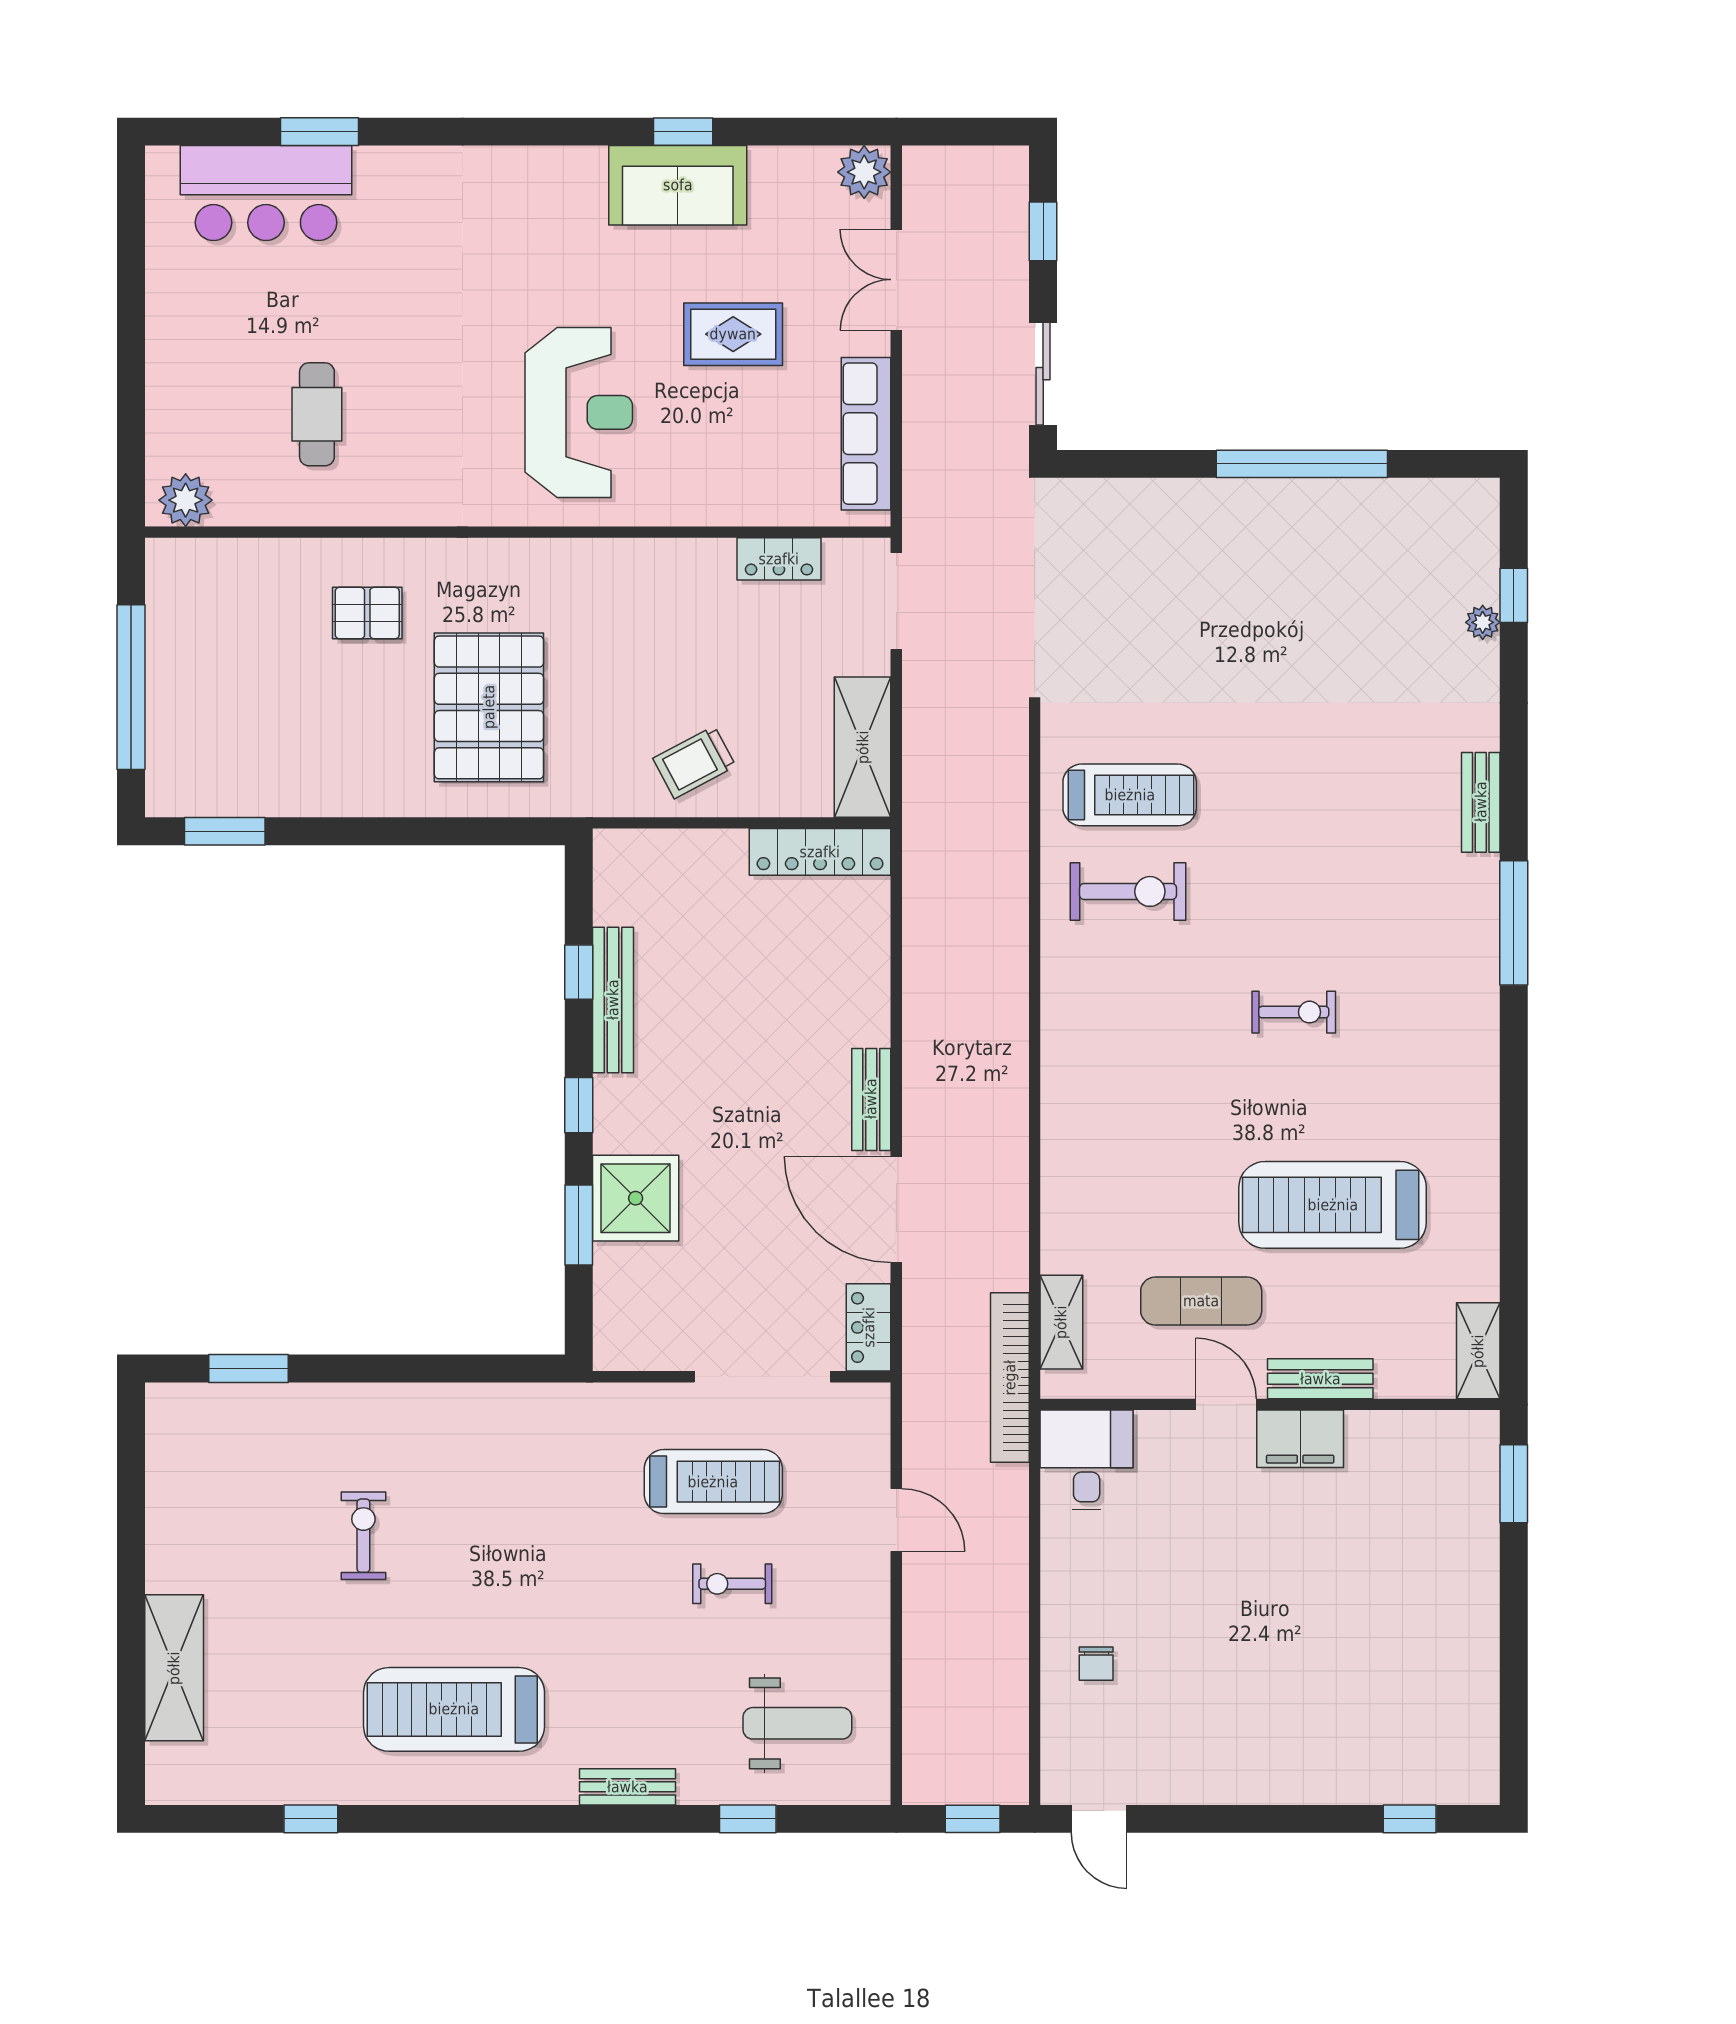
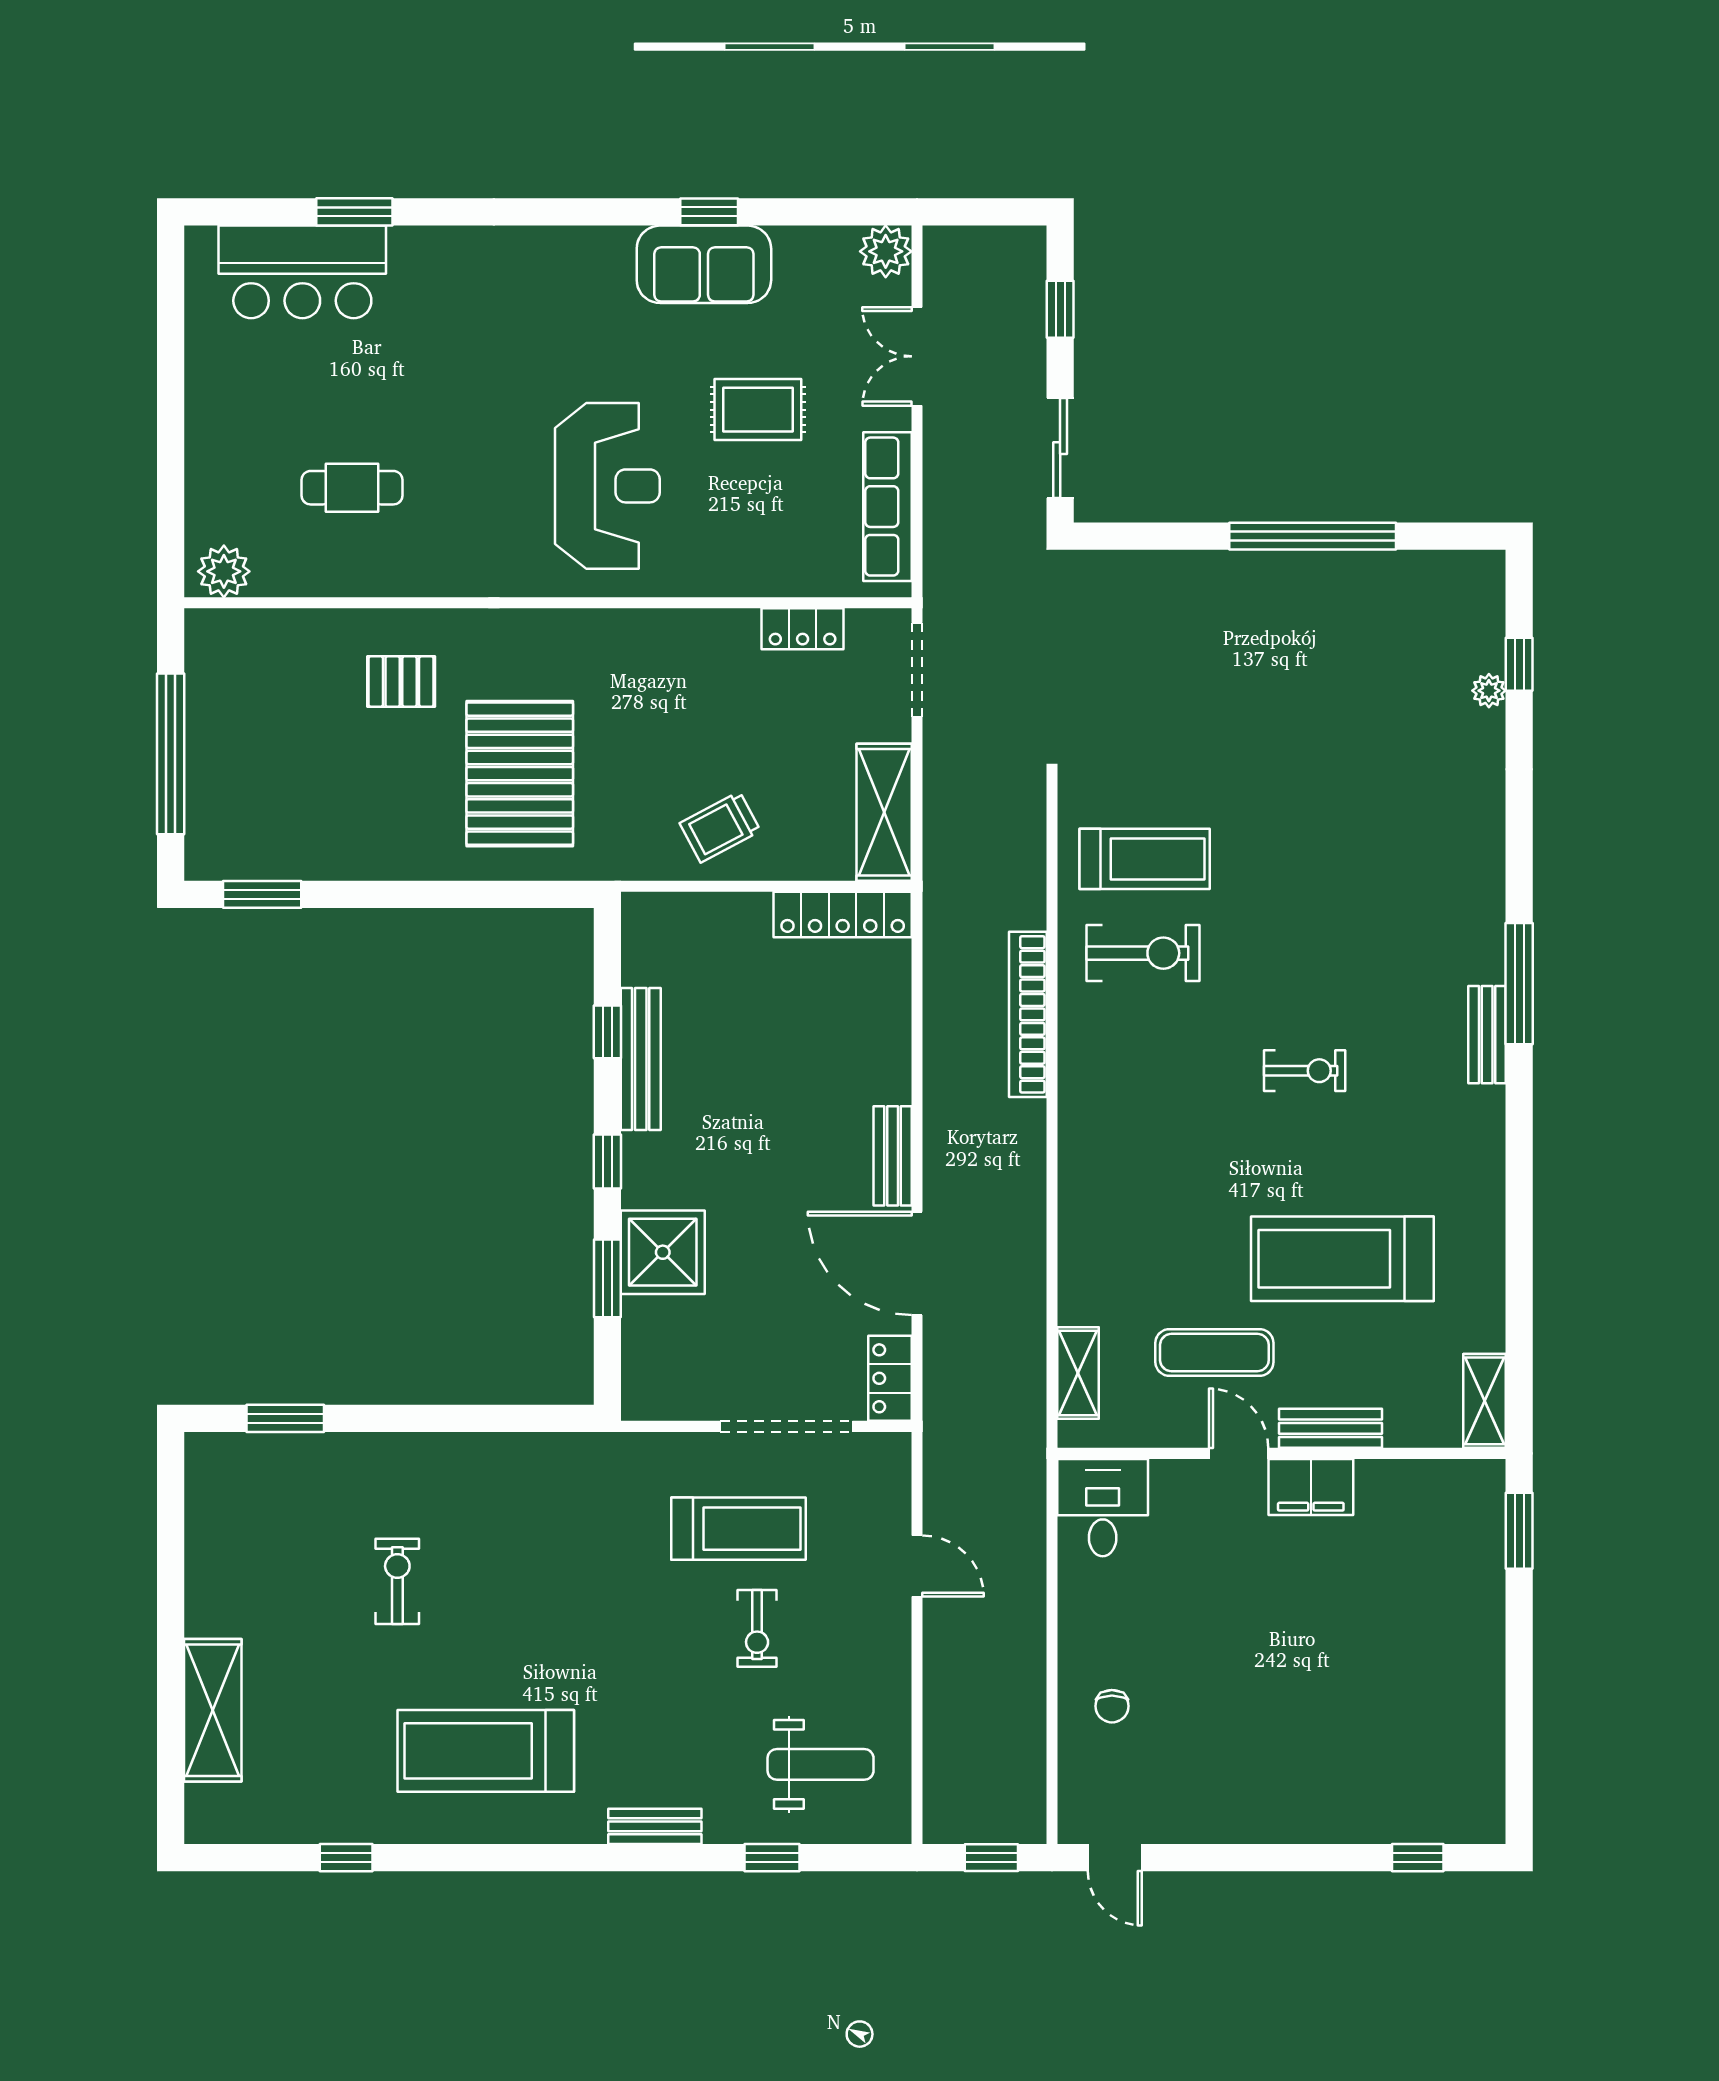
cafe table: (317, 414) -> (352, 488), turned 90
bench: (1481, 802) -> (1487, 1035), moved
bookcase: (1010, 1378) -> (1028, 1014), moved
exercise bike: (732, 1584) -> (757, 1628), turned -90

